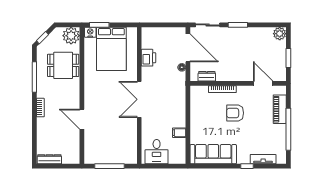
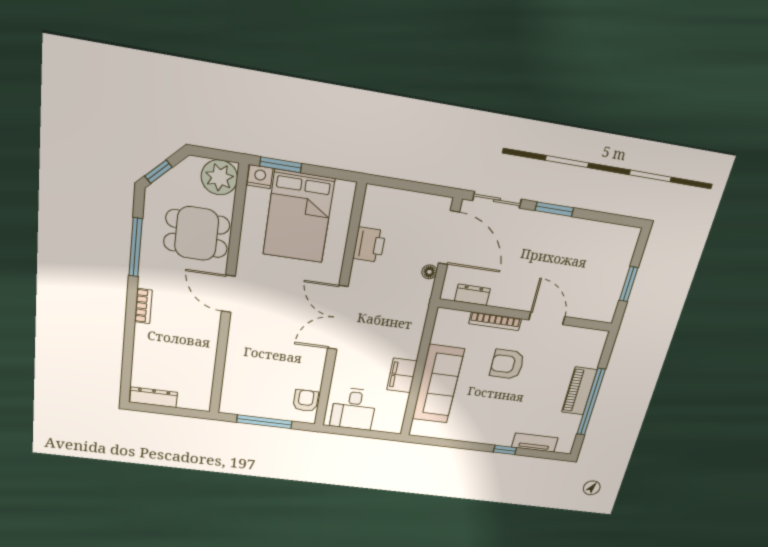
plant: (280, 34) -> (627, 238), removed
door: (263, 83) -> (547, 318), moved
piano: (280, 109) -> (579, 391), moved
door: (82, 119) -> (228, 294), moved
filing cabinet: (179, 133) -> (402, 375), width x2.00
armchair: (130, 150) -> (306, 401), added
sofa: (213, 154) -> (438, 384), moved, turned 90

